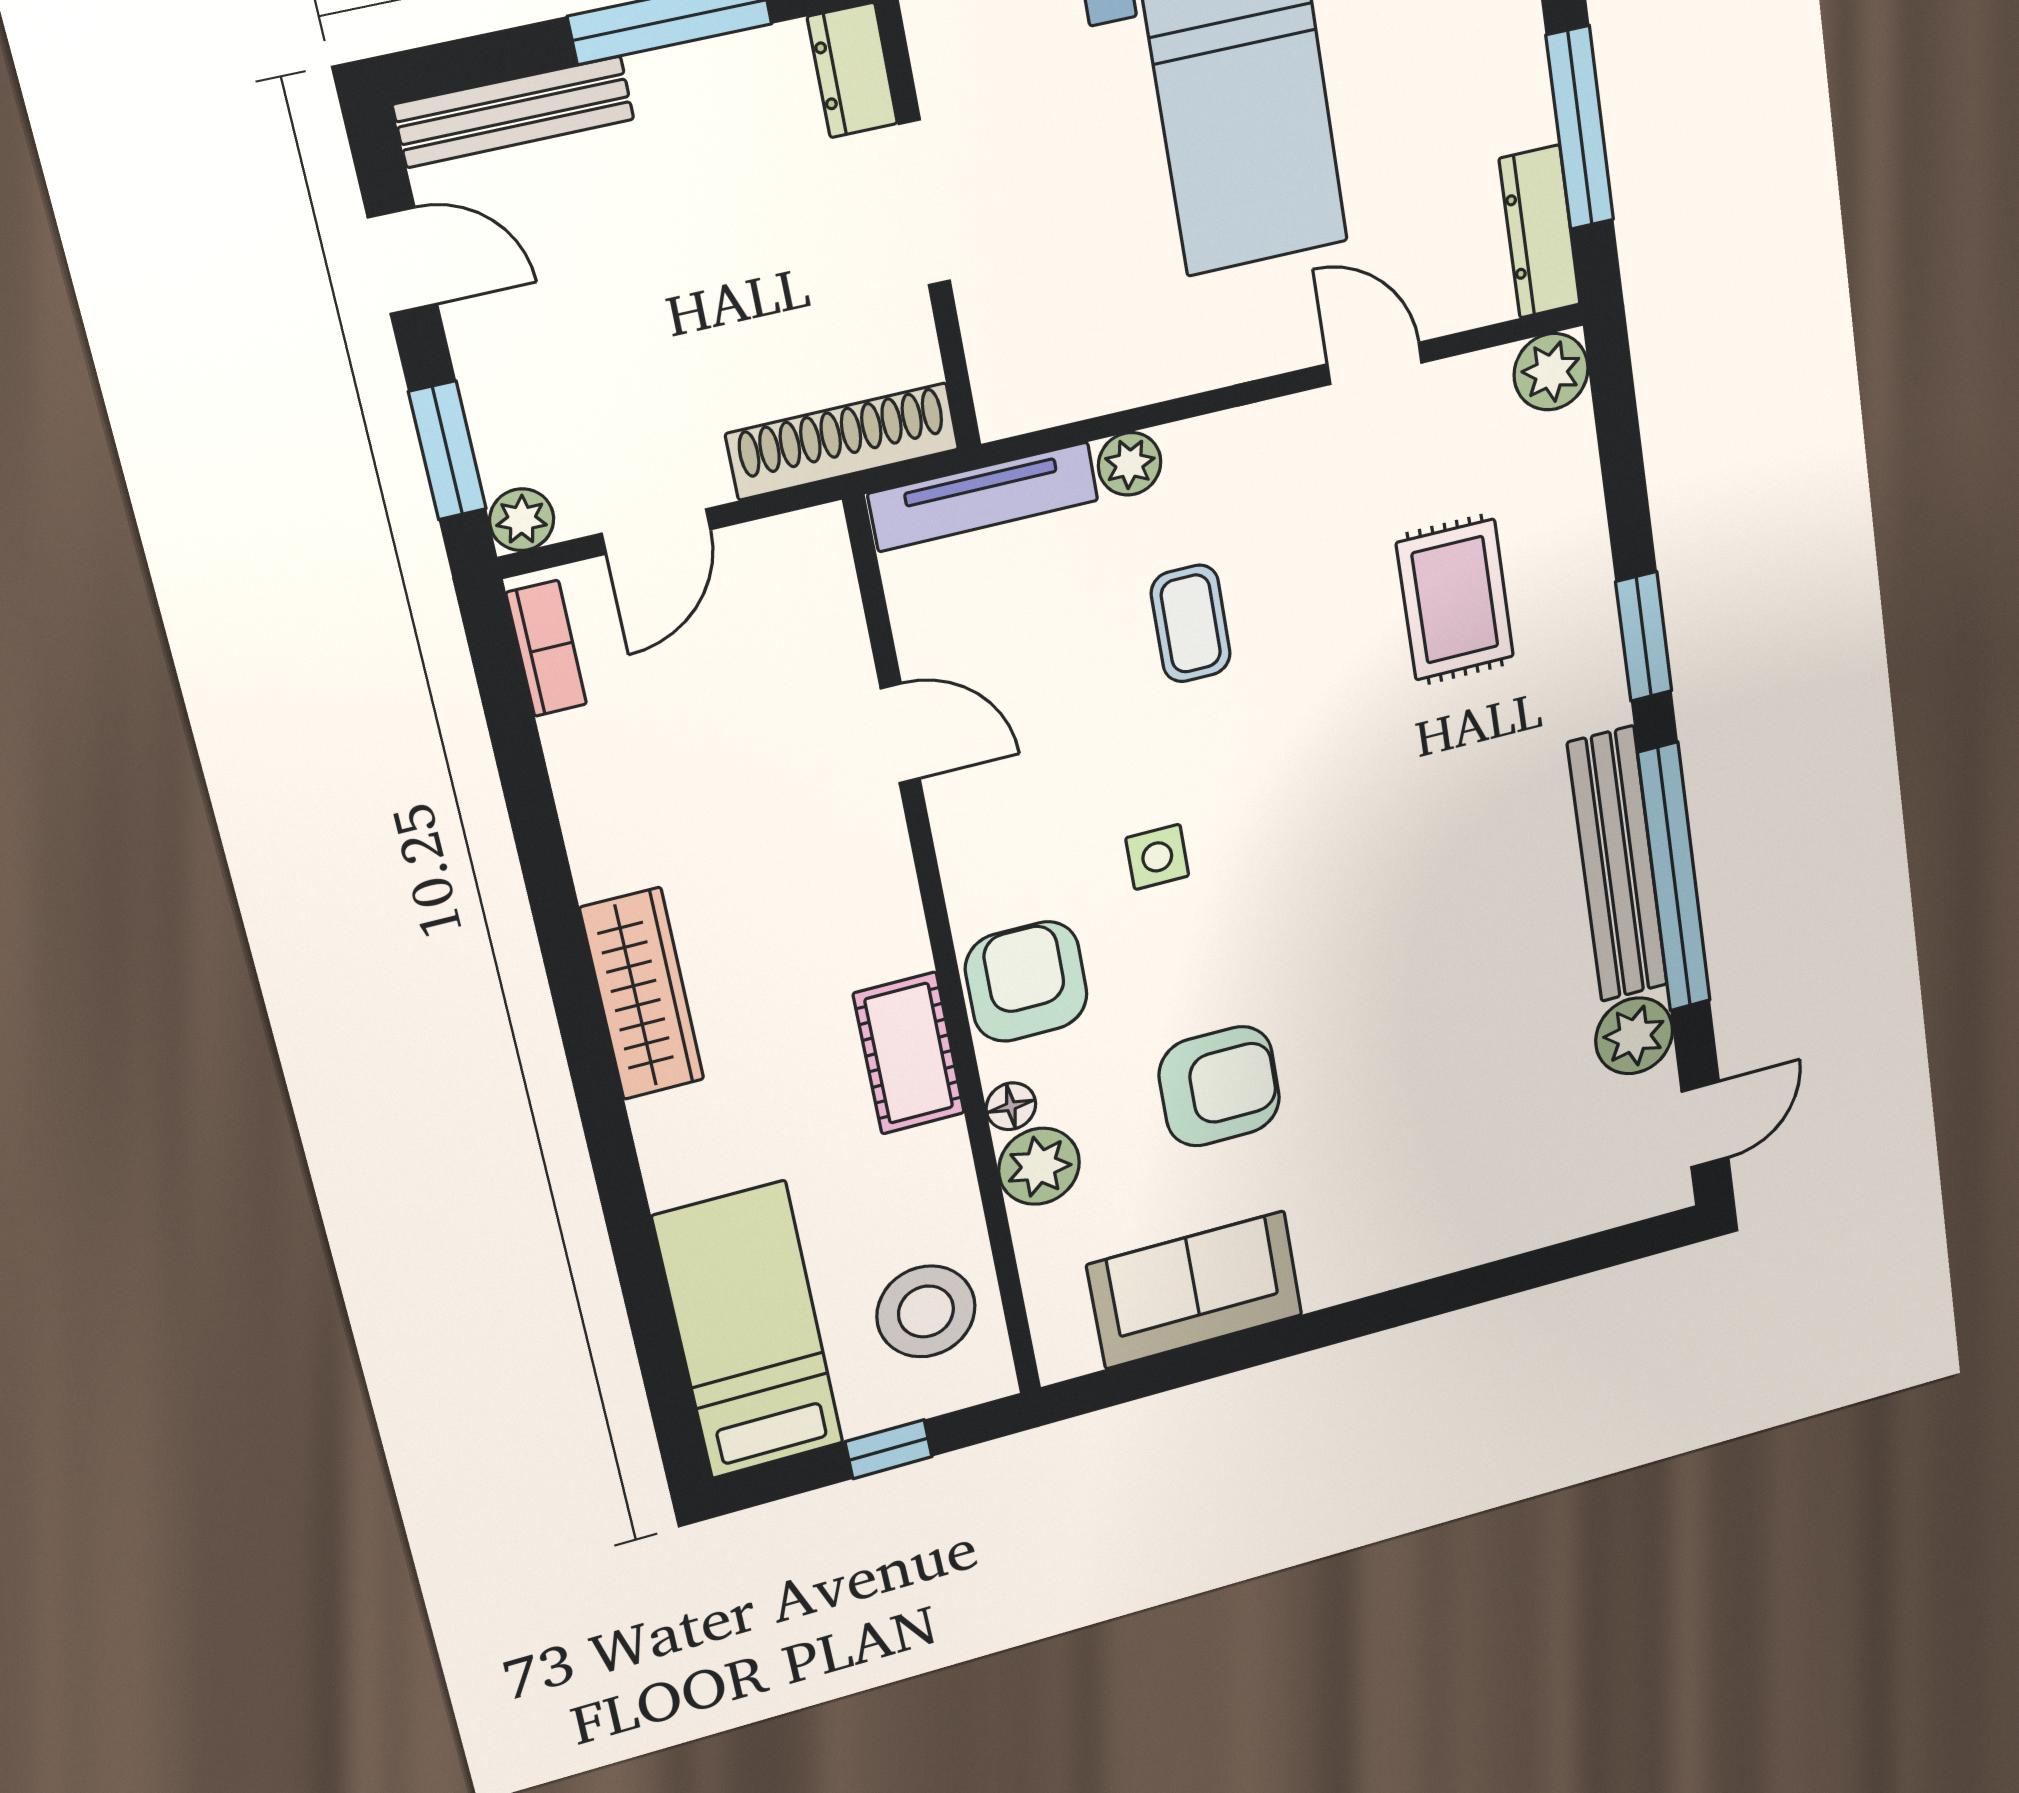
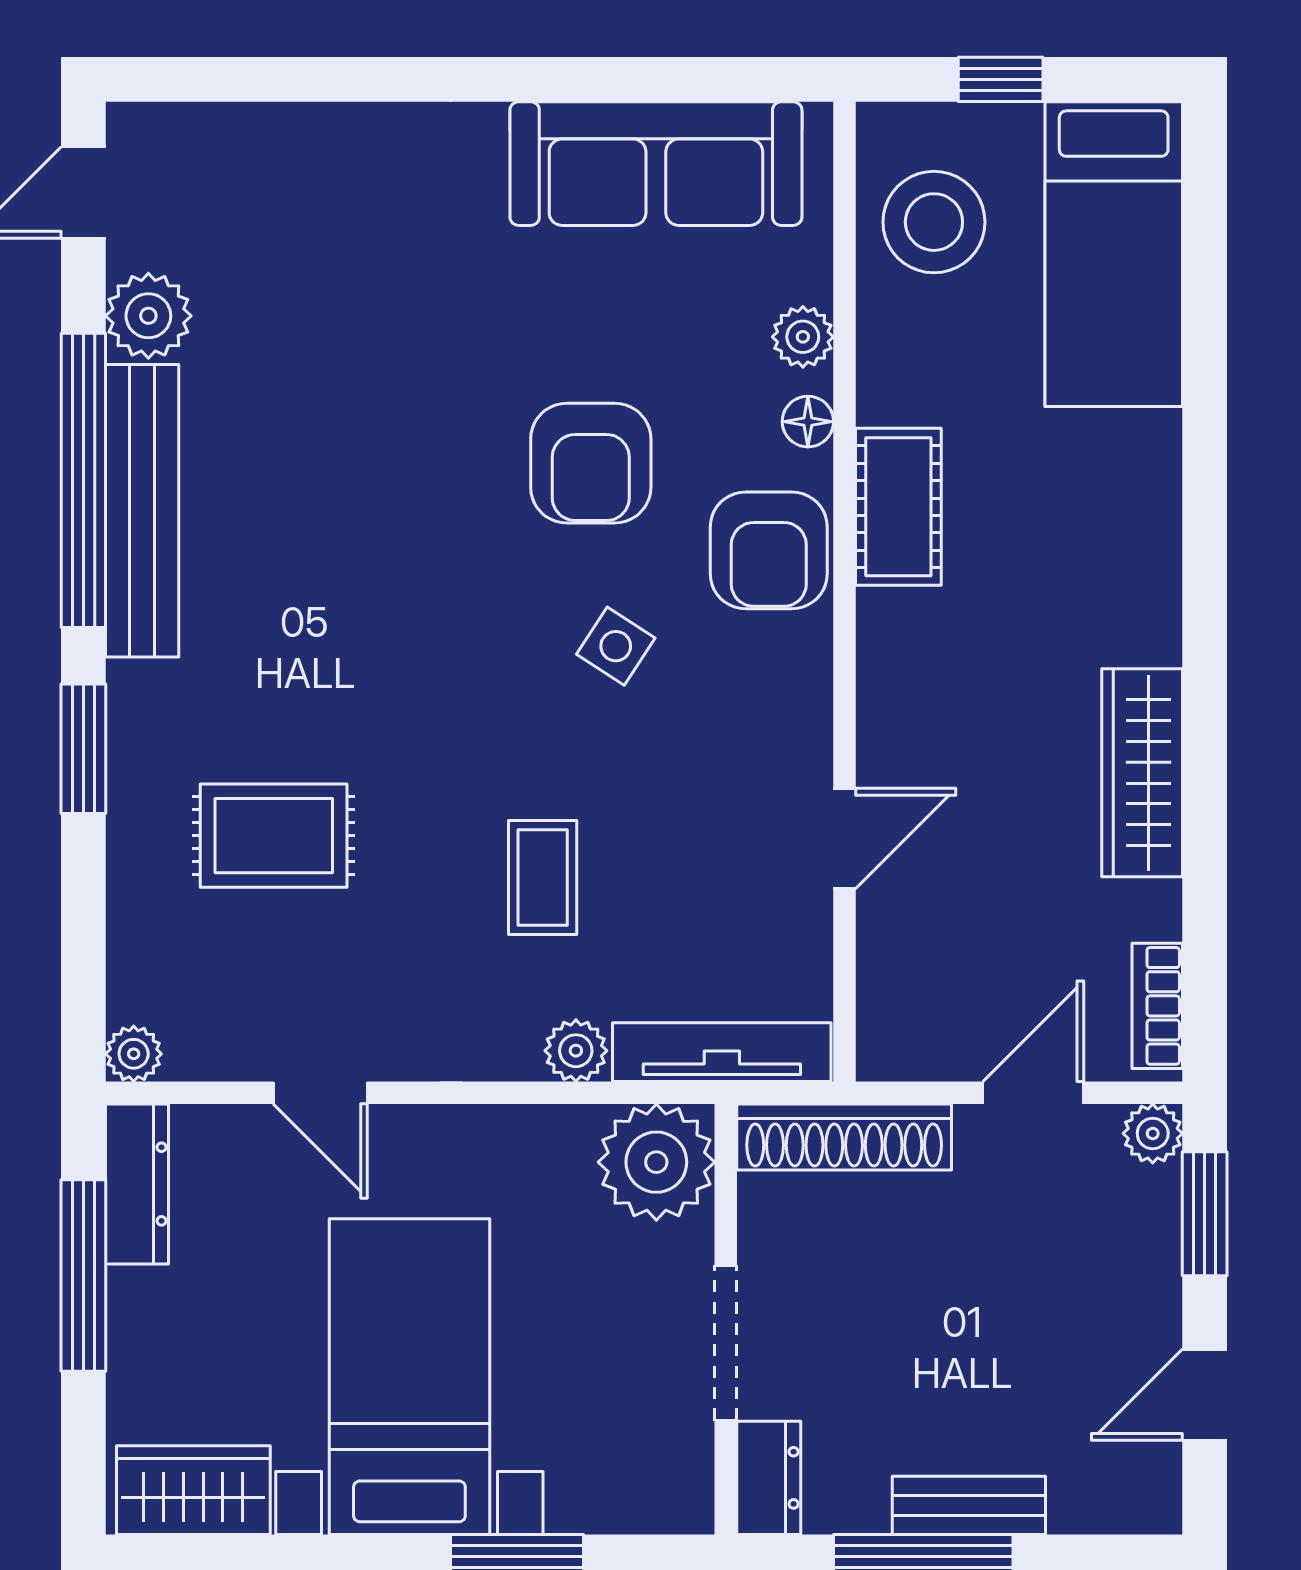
bench: (514, 112) -> (969, 1505), moved, width x0.73
door: (403, 261) -> (1205, 1395), hinge flipped
plant: (1029, 372) -> (656, 1162), added
plant: (1551, 372) -> (134, 1054), width x0.73, depth x0.73
rug: (1455, 600) -> (274, 836), turned 90
door: (900, 734) -> (844, 838), swing flipped
side table: (1157, 857) -> (616, 646), turned 33
wardrobe: (642, 994) -> (1142, 773), moved
armchair: (1219, 1086) -> (591, 463), moved, turned -90
plant: (1039, 1166) -> (803, 337), width x0.73, depth x0.73
sofa: (1195, 1290) -> (656, 164), width x1.36

